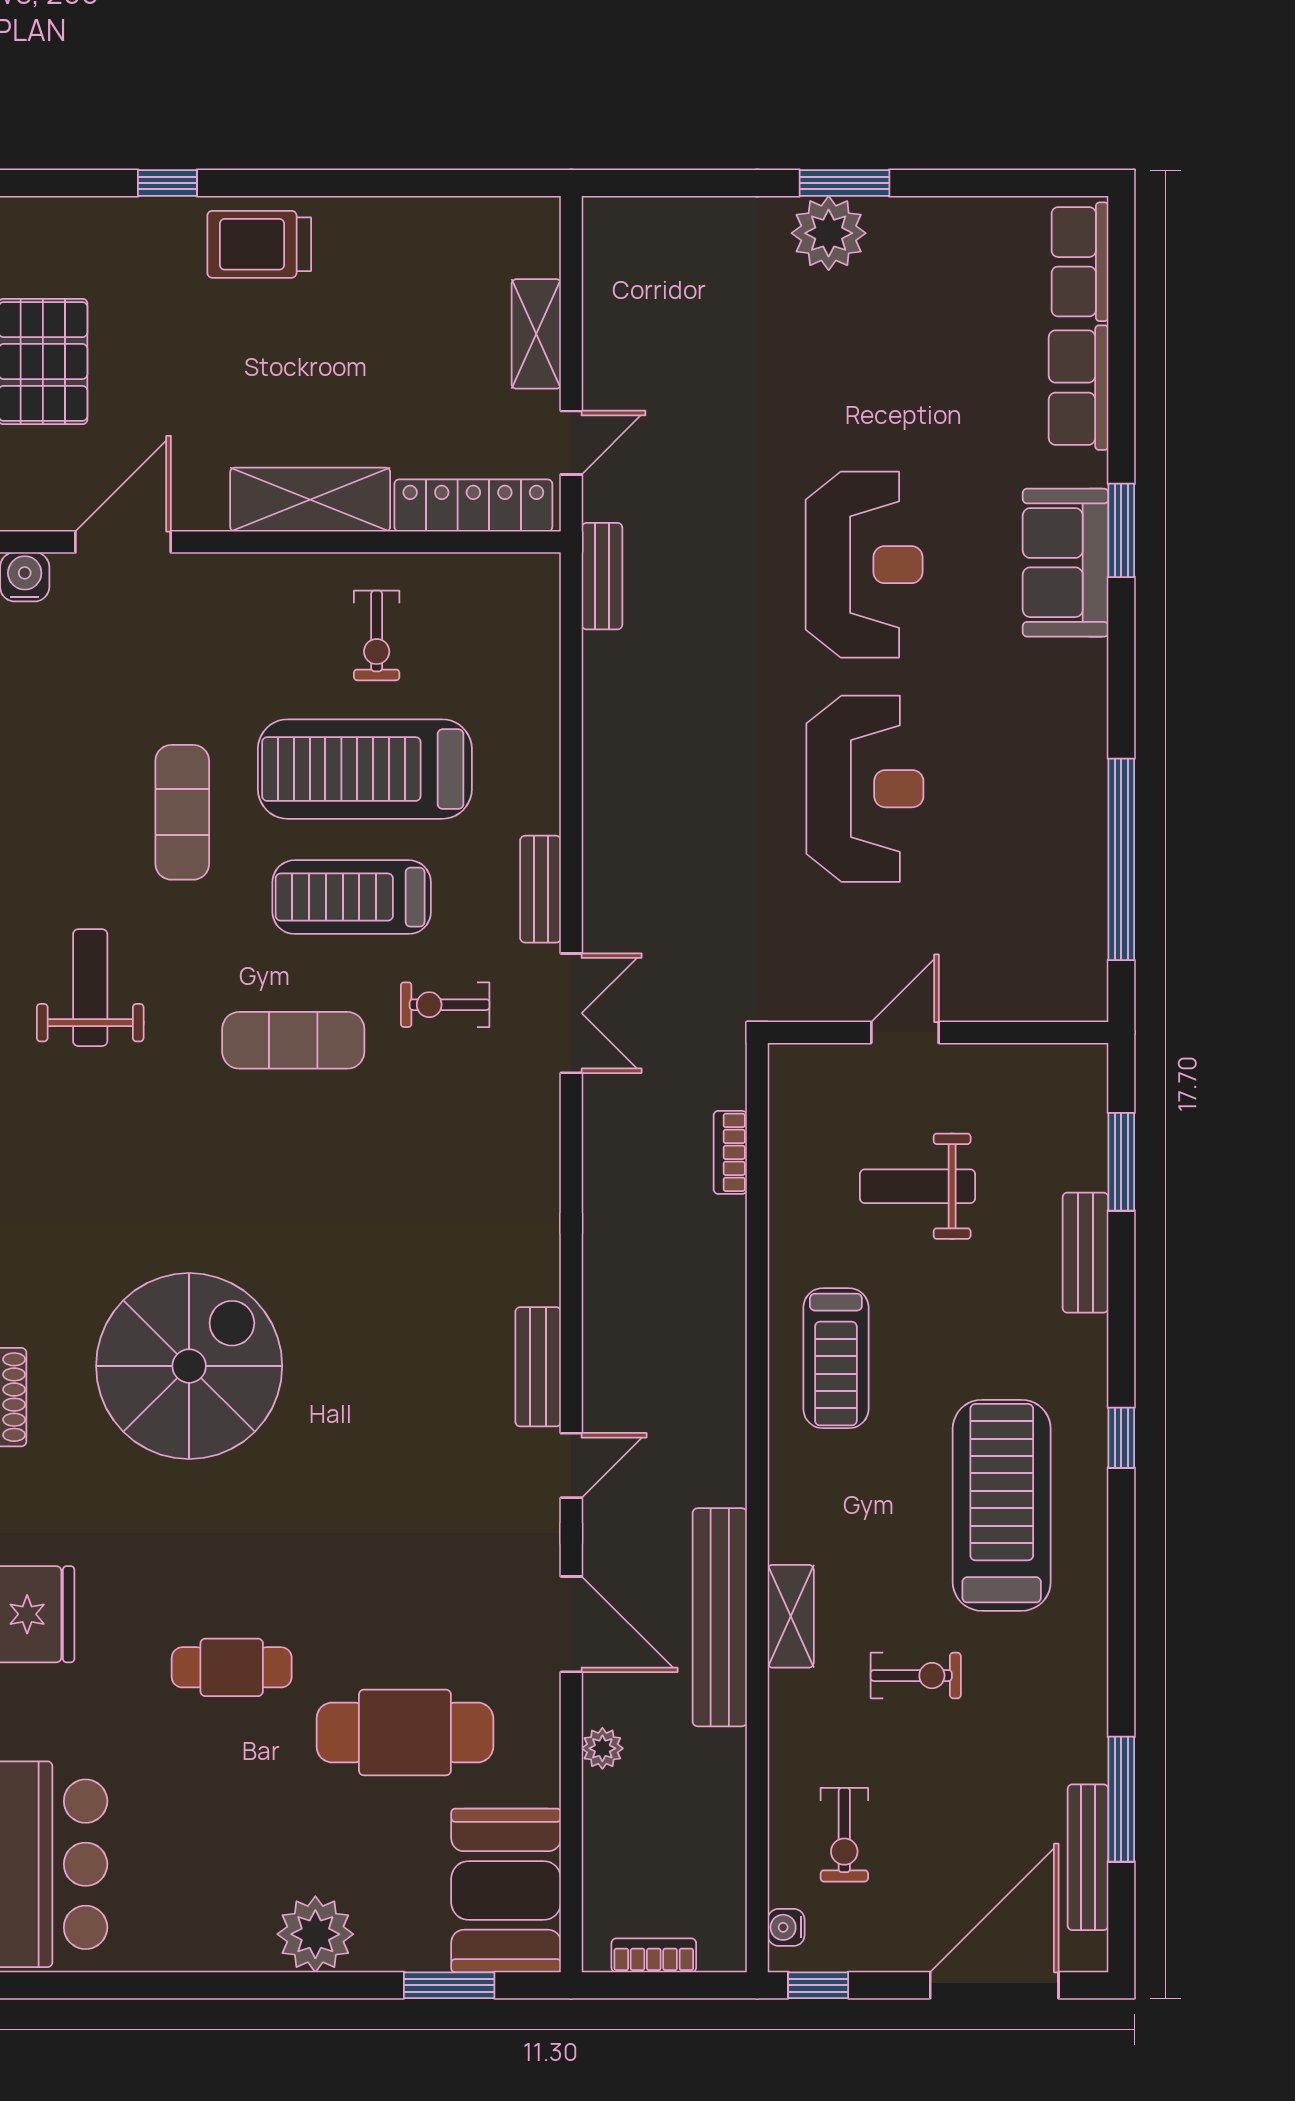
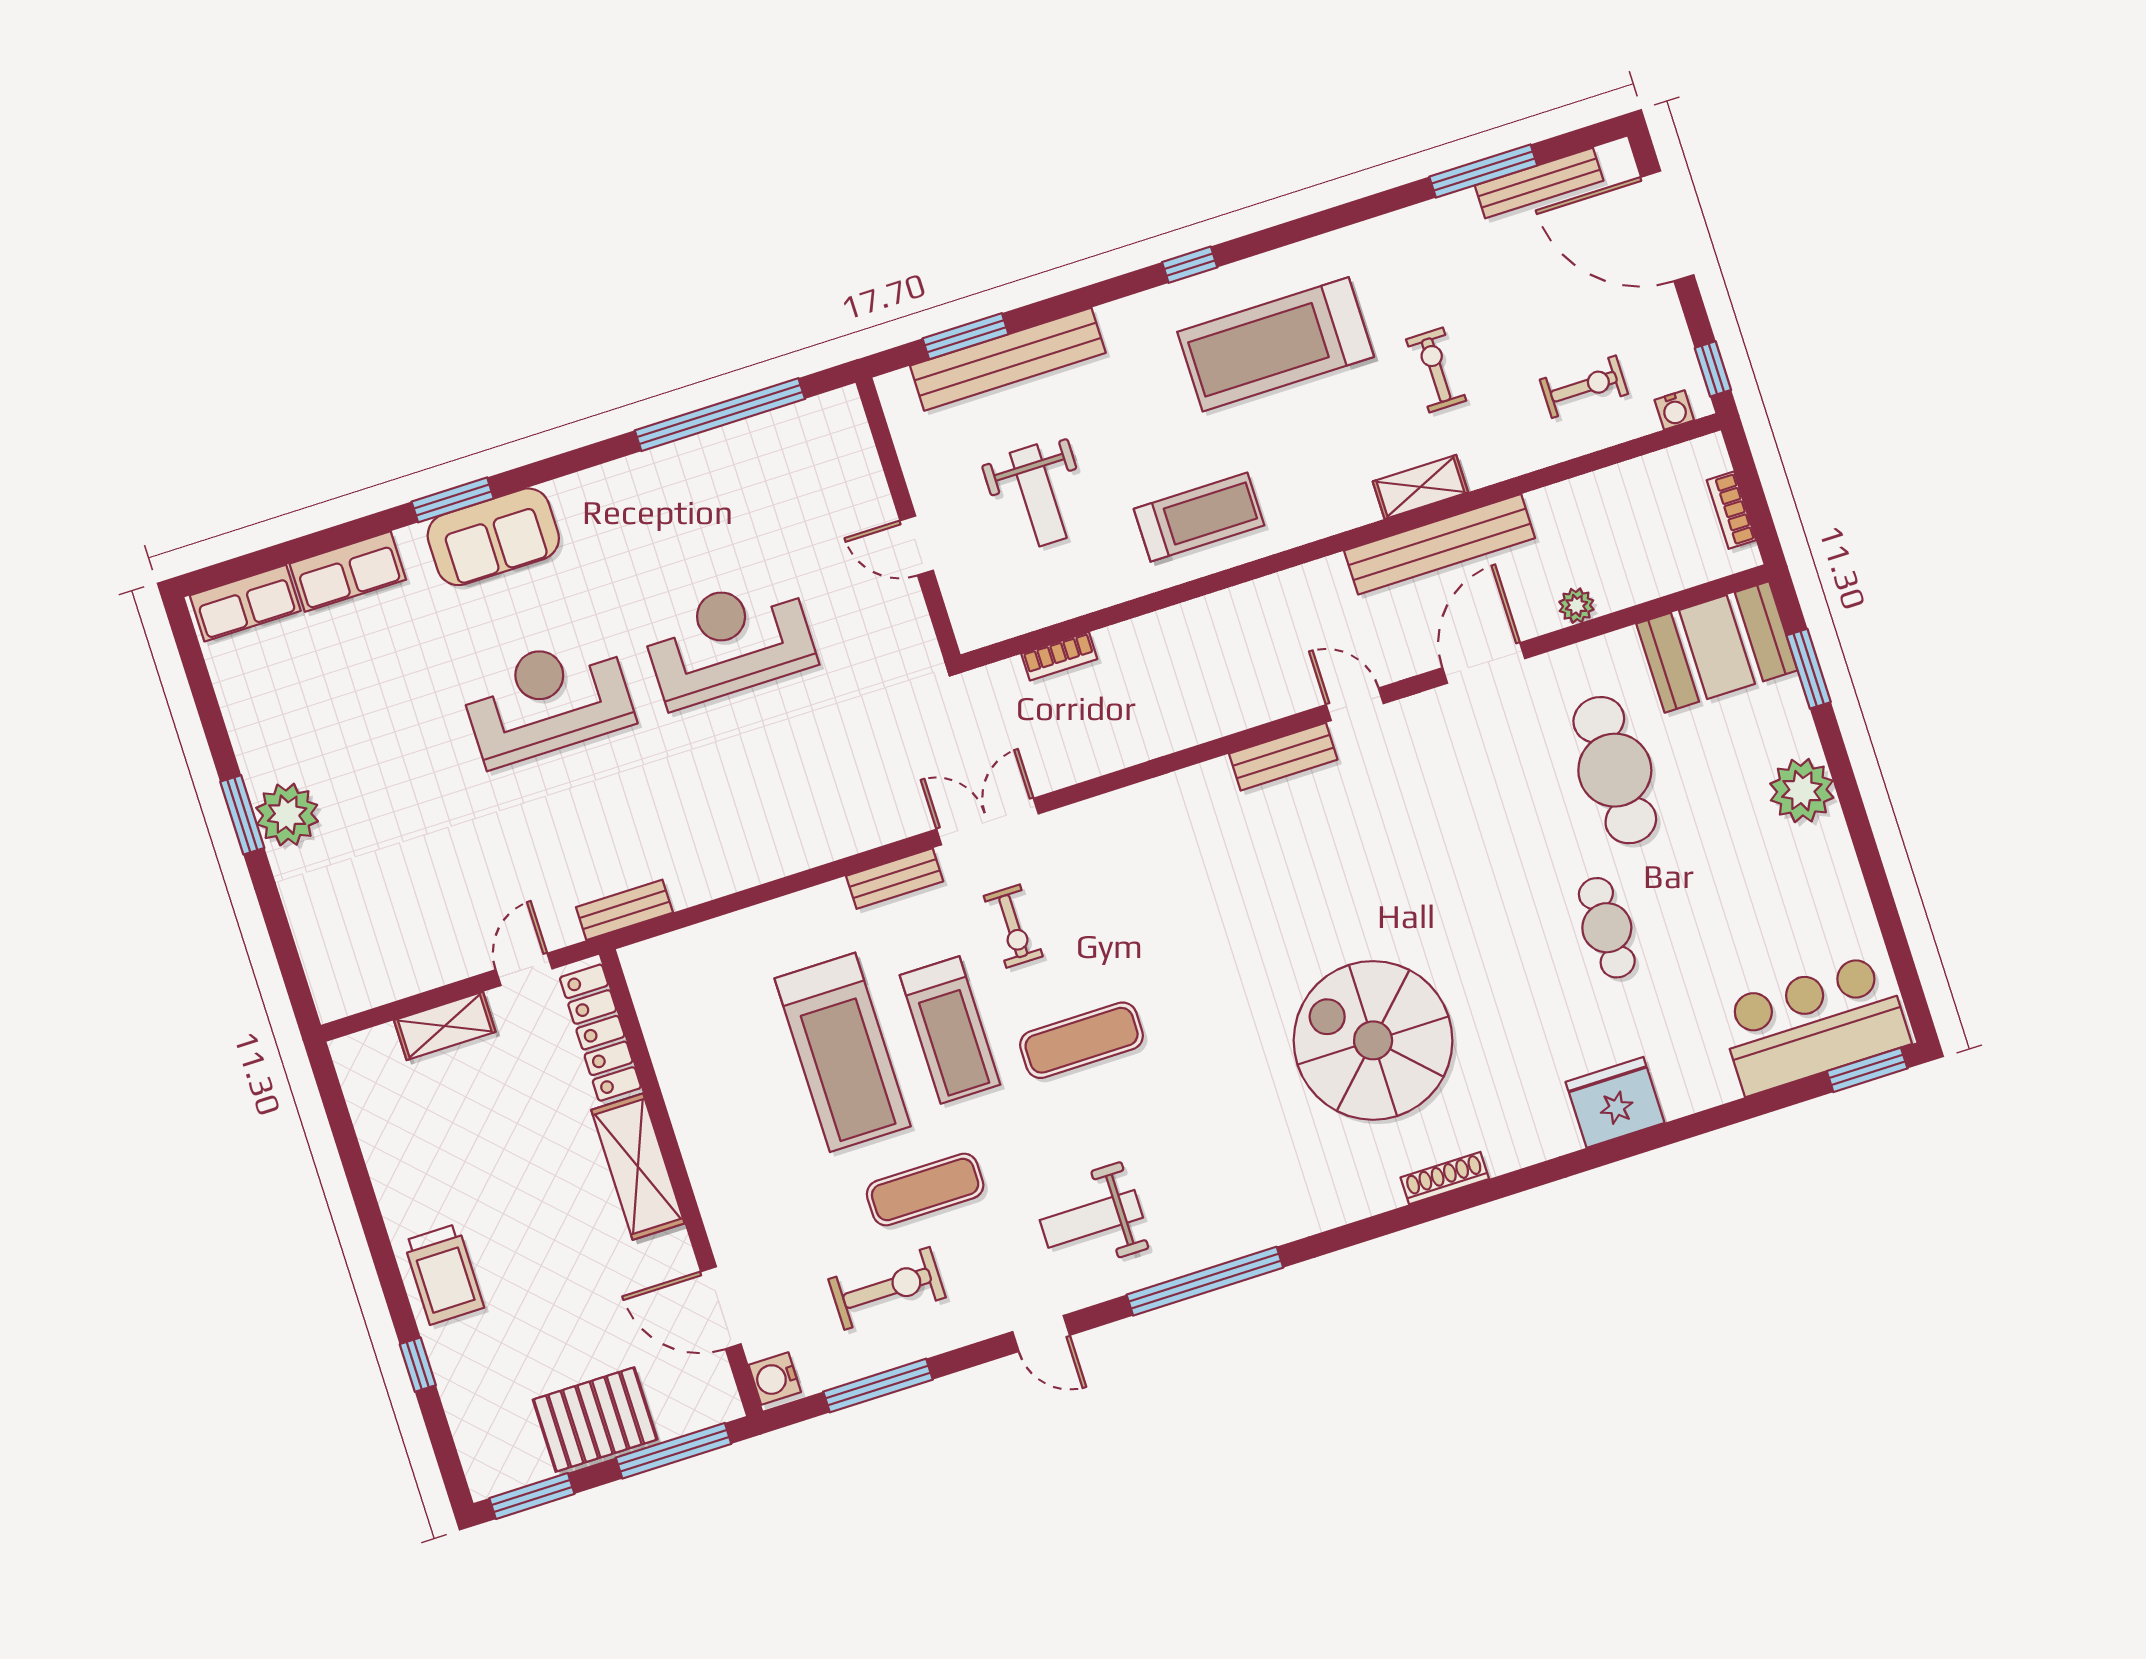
door: (571, 443) -> (524, 969), hinge flipped
exercise bike: (377, 635) -> (887, 1288), moved, width x1.38, depth x1.39
exercise mat: (293, 1040) -> (1082, 1040), turned 90
bench: (1085, 1253) -> (1008, 359), width x1.86, depth x1.21

